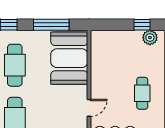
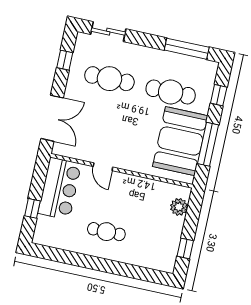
plant: (150, 38) -> (179, 207), moved
booth: (69, 58) -> (180, 141), moved, turned 90

